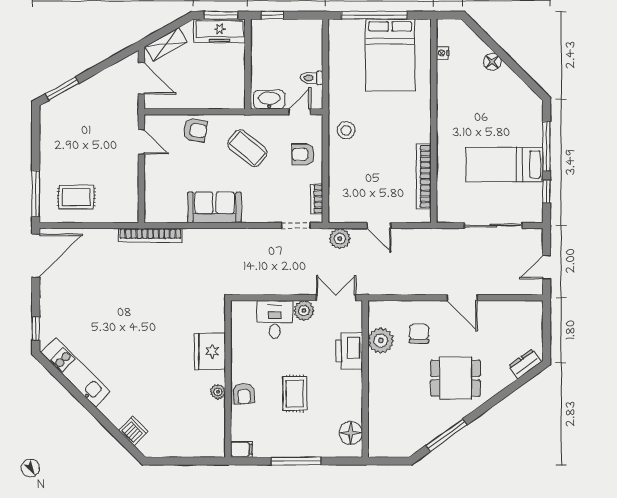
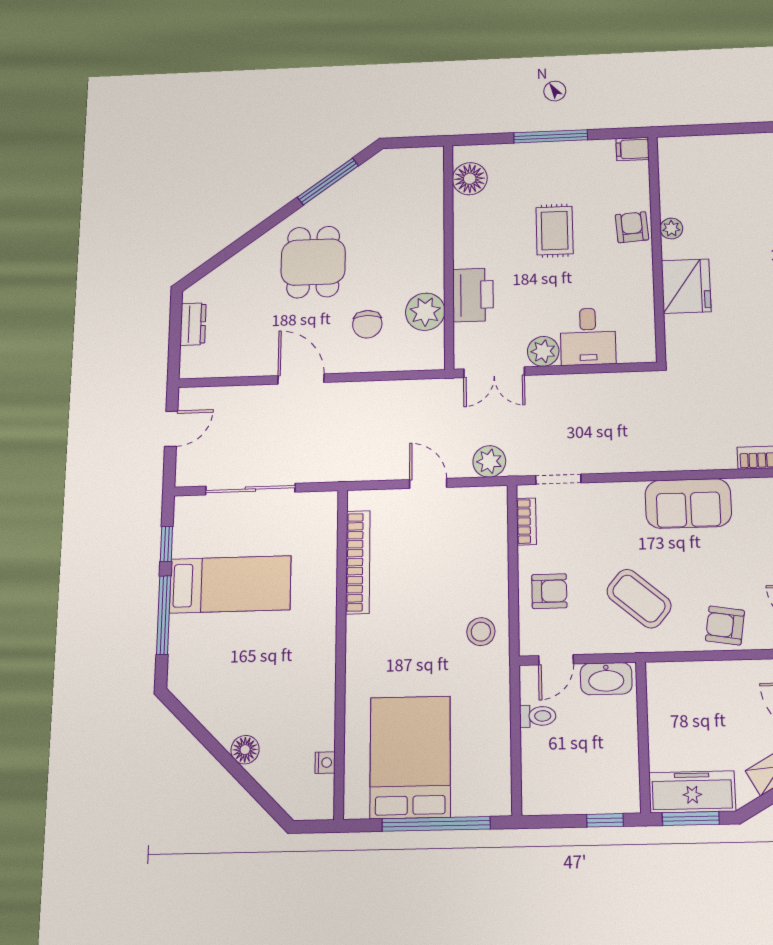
dresser: (525, 364) -> (193, 324), moved, turned -54
dining table: (455, 378) -> (313, 262), turned 90

